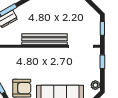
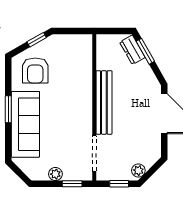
plant: (93, 15) -> (138, 171), added
plant: (95, 85) -> (55, 174), moved

